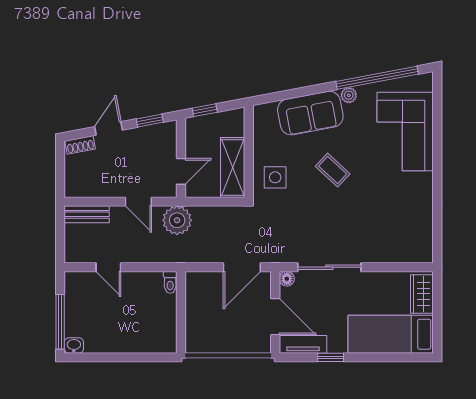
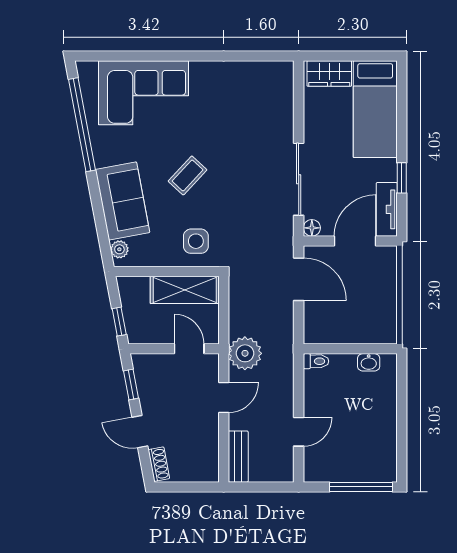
plant: (349, 95) -> (119, 249), moved
washbasin: (74, 346) -> (369, 362), moved, turned -90

